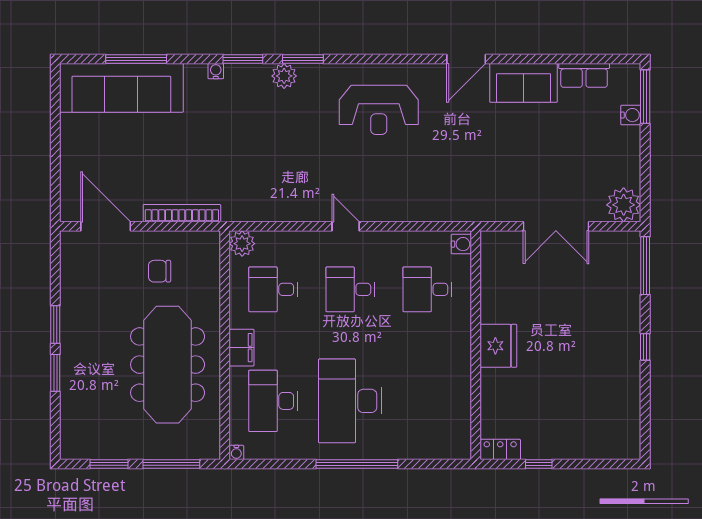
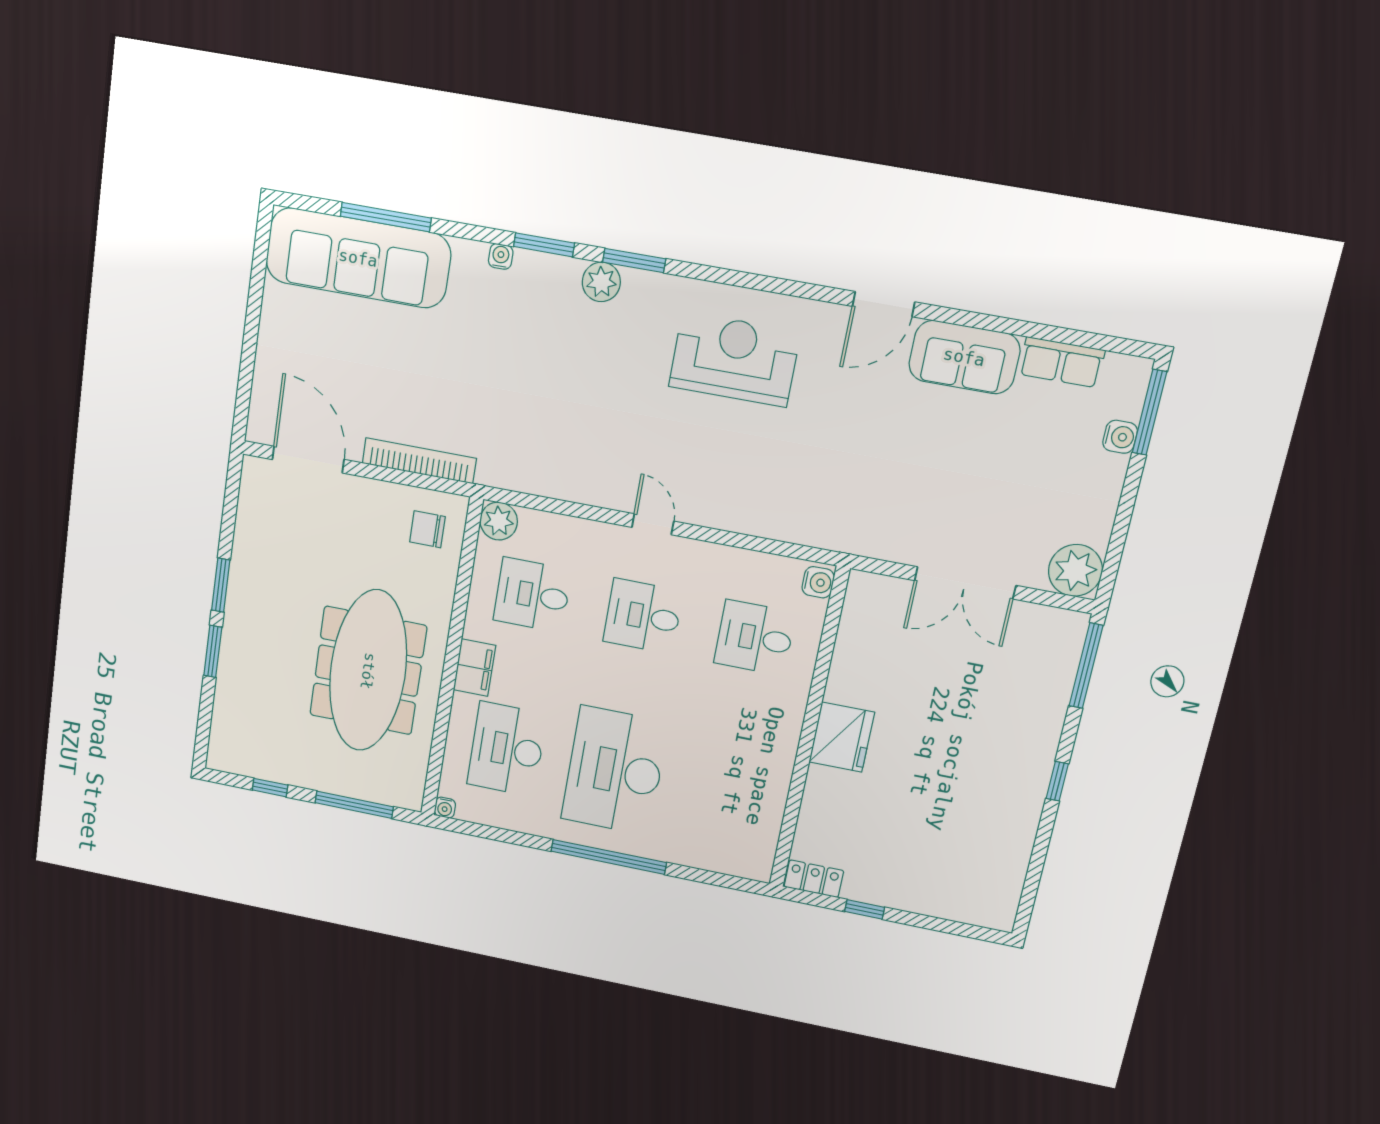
reception desk: (379, 110) -> (734, 359), turned 180
chair: (160, 271) -> (427, 529), moved
window: (109, 464) -> (270, 788), width x0.67

